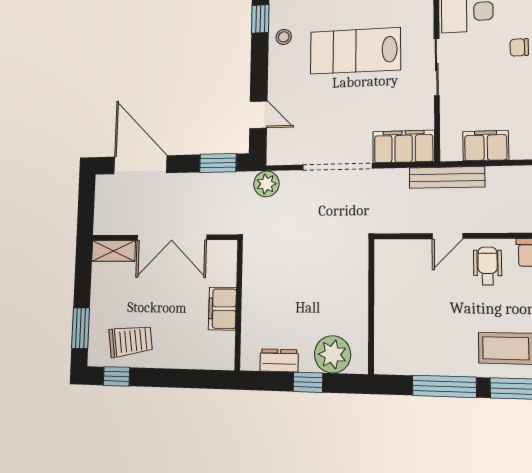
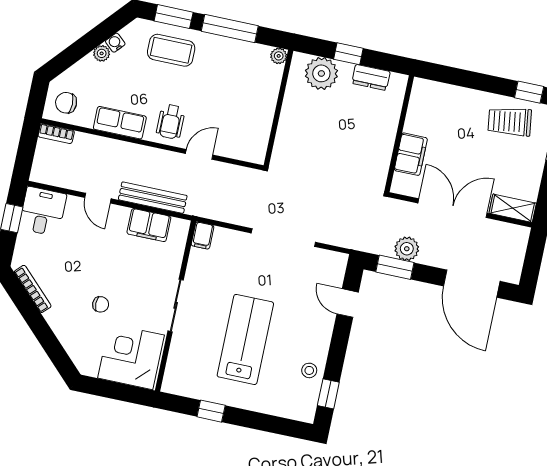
lab bench: (355, 51) -> (245, 339), turned -90
filing cabinet: (404, 146) -> (203, 236), width x0.33, depth x0.86
bench: (447, 177) -> (153, 198), moved
plant: (266, 184) -> (407, 249), moved
filing cabinet: (222, 309) -> (411, 154), moved
plant: (383, 365) -> (279, 56), added

